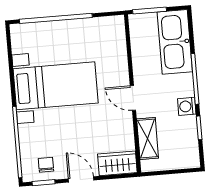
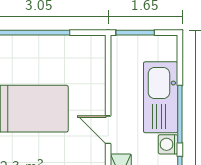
kitchen sink: (175, 42) -> (161, 97), moved

